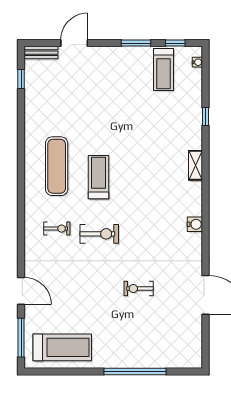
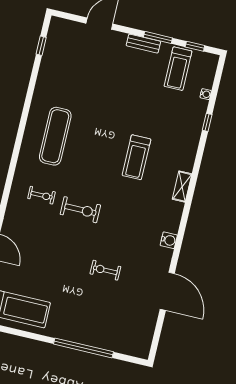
bench: (41, 53) -> (143, 44), moved
water cooler: (197, 62) -> (206, 94), moved
shelving: (196, 165) -> (182, 187), moved
treadmill: (99, 177) -> (136, 157), moved, turned 180
water cooler: (195, 224) -> (169, 240), moved

